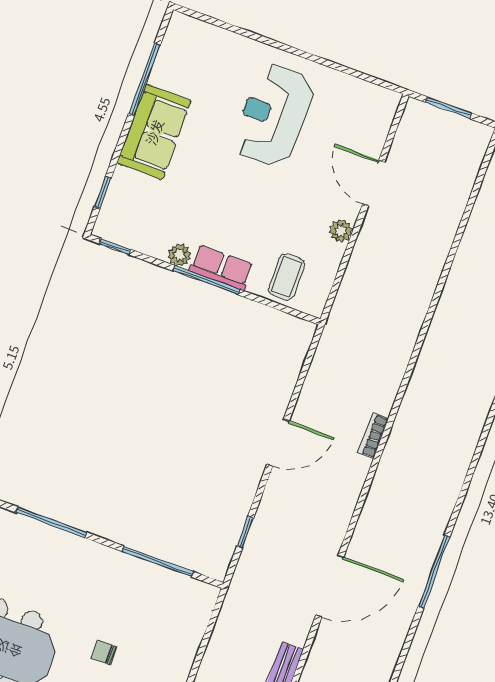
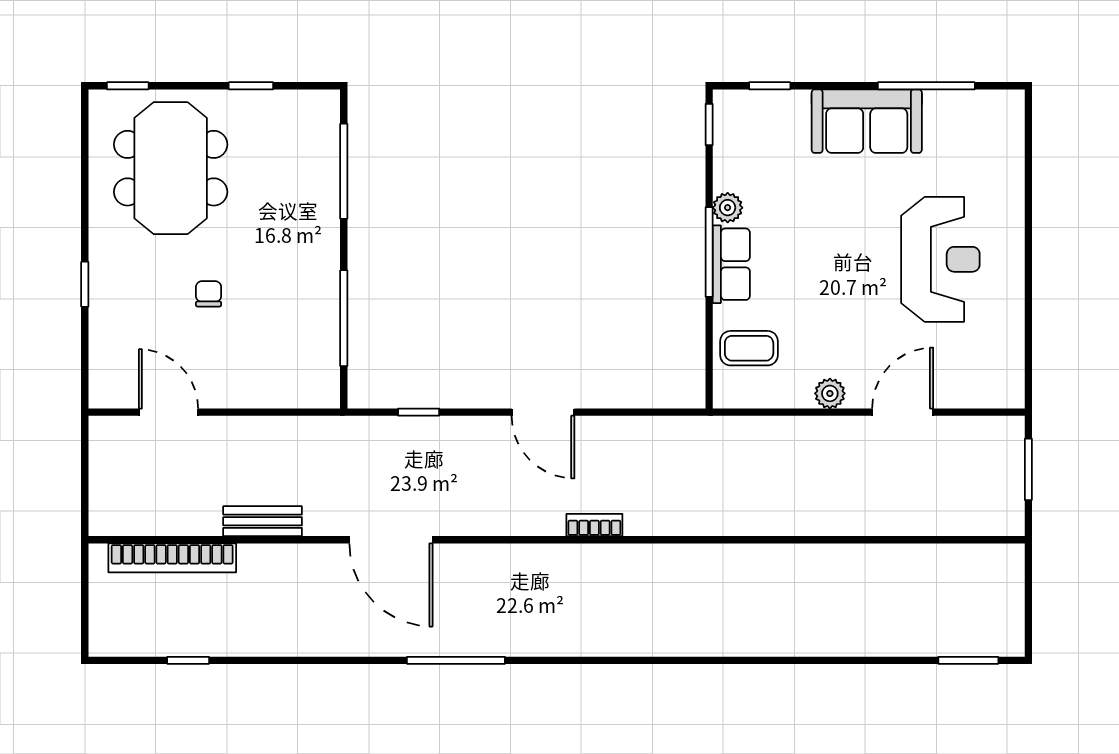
reception desk: (273, 115) -> (940, 259), turned 90

